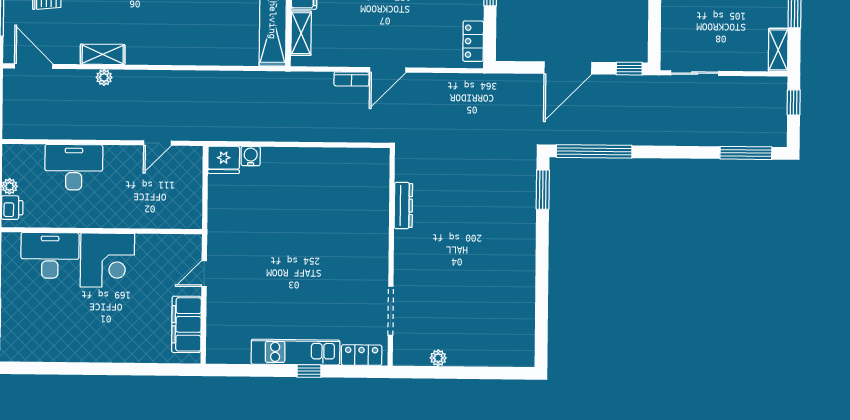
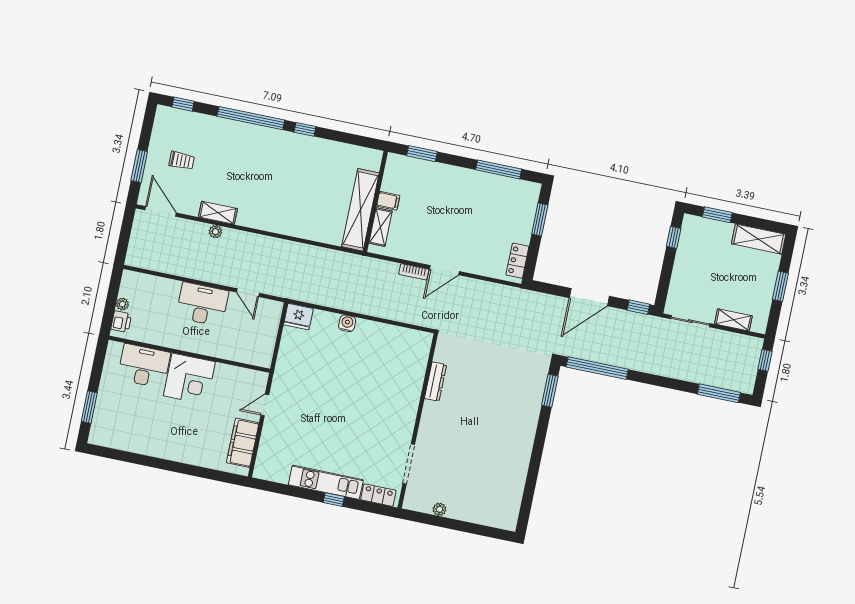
shelving: (778, 50) -> (733, 320), moved, turned 90
door: (157, 143) -> (248, 293), hinge flipped
water cooler: (251, 156) -> (347, 323), moved
desk: (74, 167) -> (202, 304), moved

